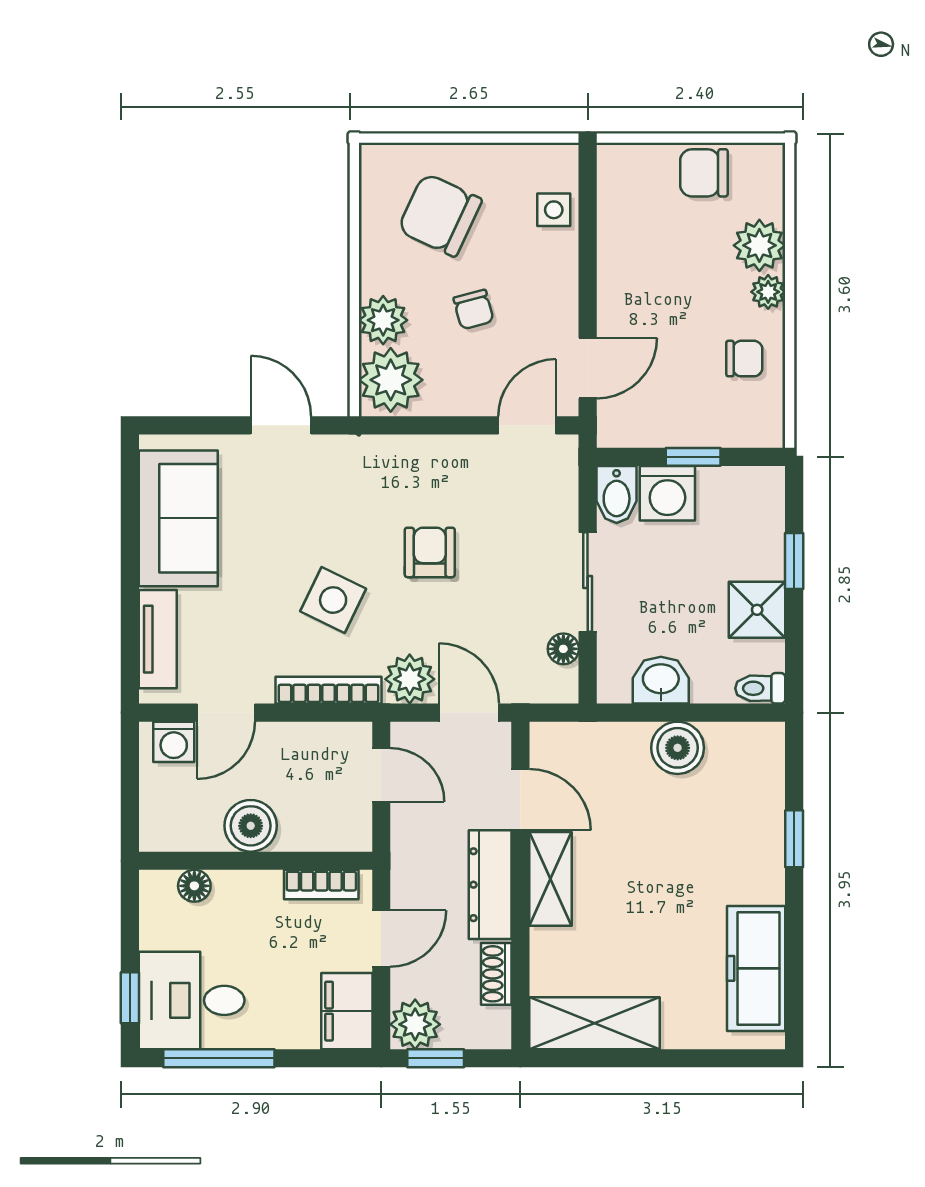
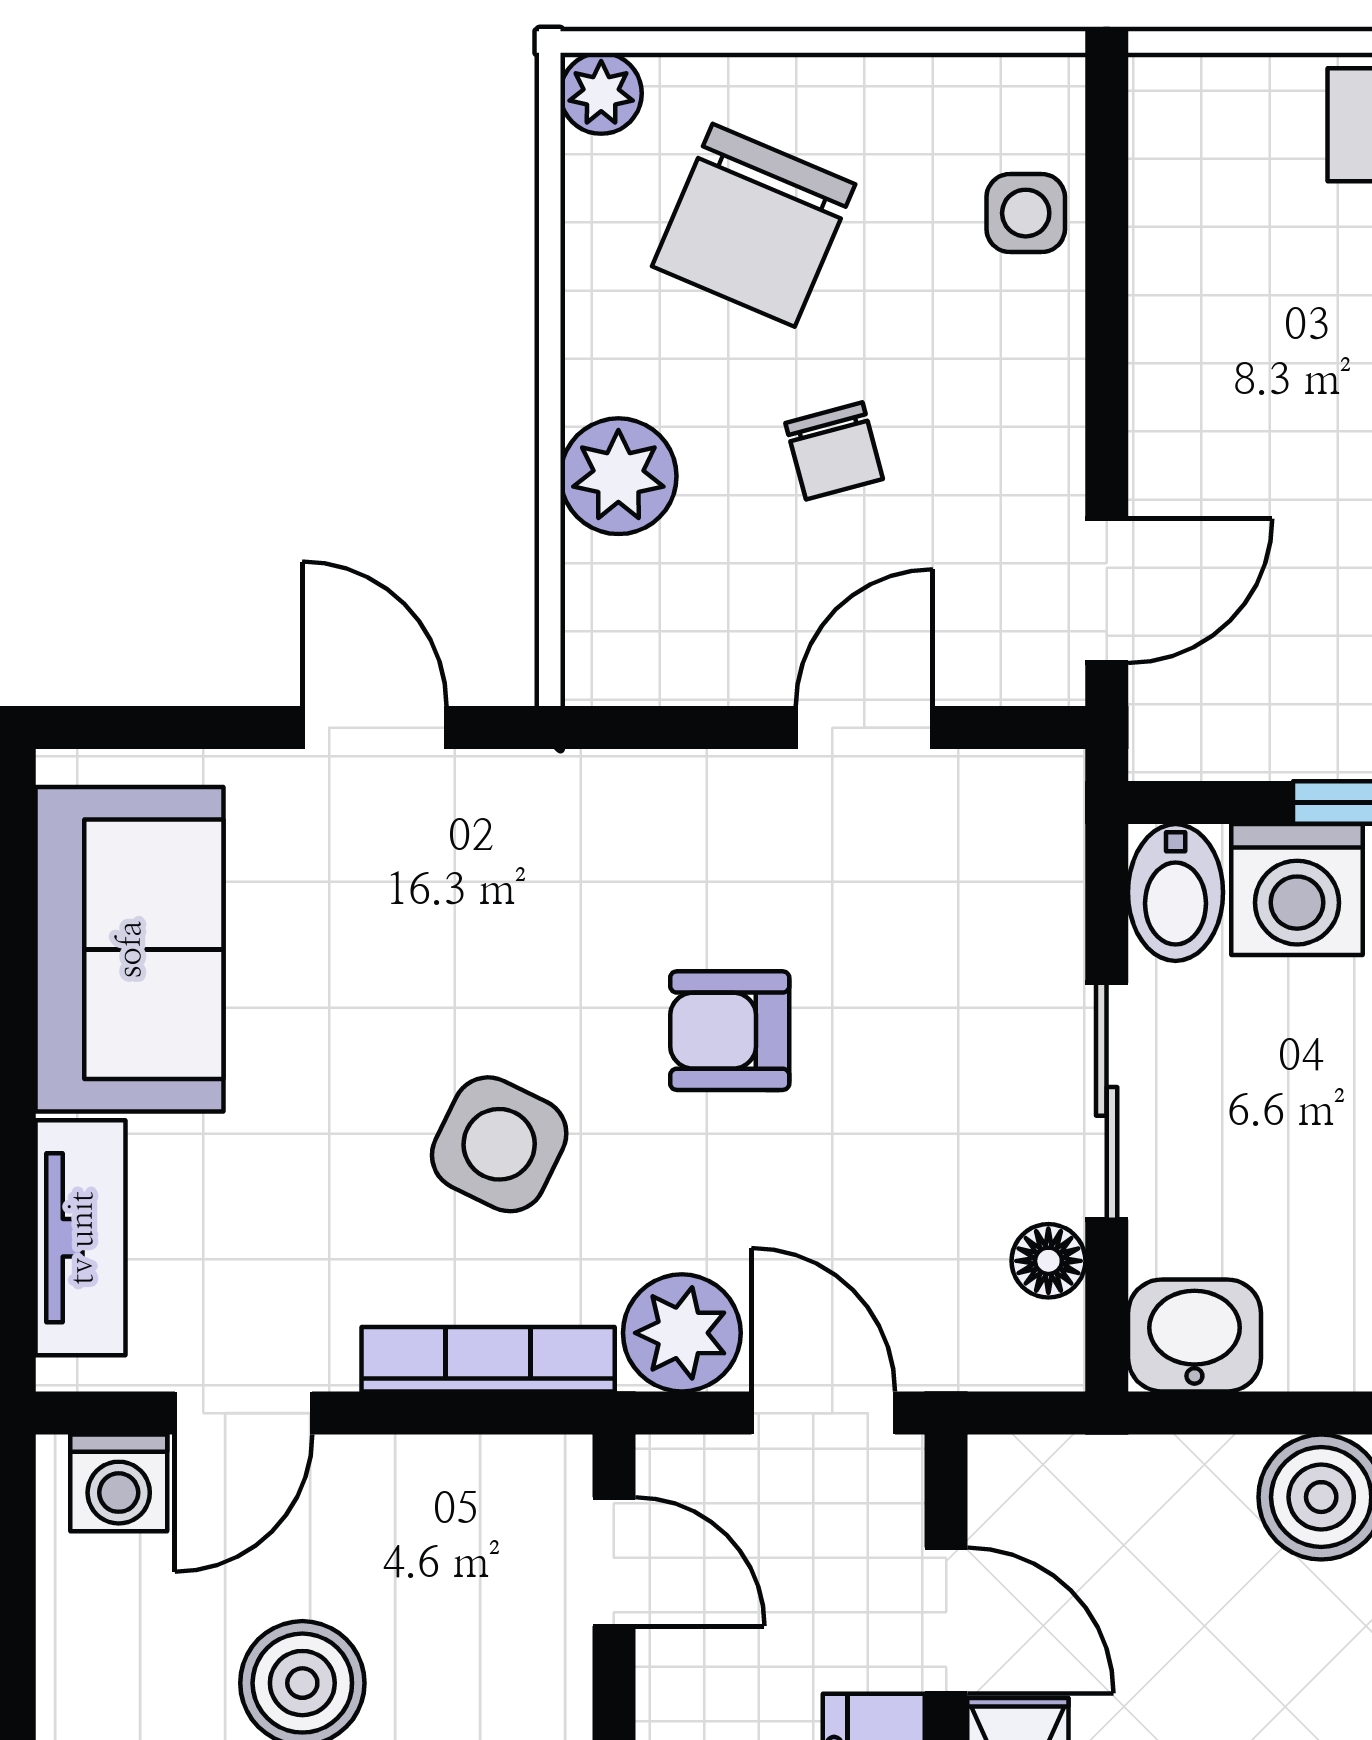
chair: (440, 215) -> (754, 225), turned -92
plant: (391, 380) -> (601, 93), moved, width x0.53, depth x0.53
door: (527, 425) -> (864, 728), moved
armchair: (430, 552) -> (730, 1031), turned -90
washbasin: (661, 680) -> (1194, 1335), moved

